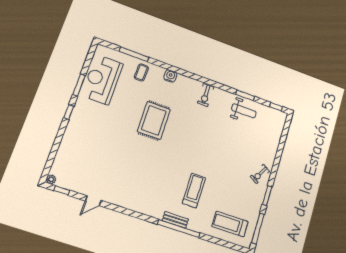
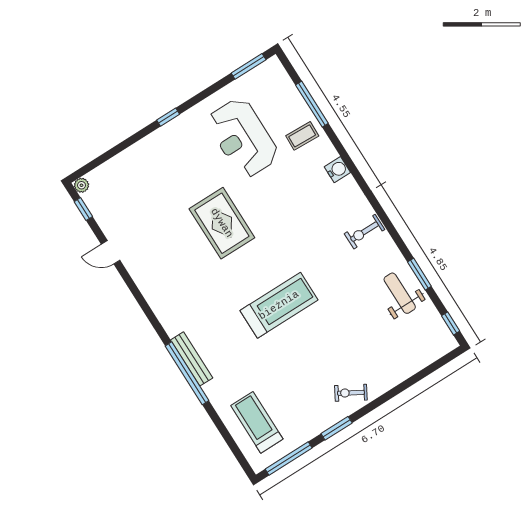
reception desk: (102, 80) -> (243, 138), moved, turned -90
window: (79, 85) -> (249, 66), moved
weight bench: (244, 111) -> (400, 293), turned 180
rug: (154, 120) -> (222, 223), moved, turned 90
treadmill: (194, 191) -> (279, 305), moved, width x1.37, depth x1.38
bench: (175, 220) -> (192, 359), width x1.36

